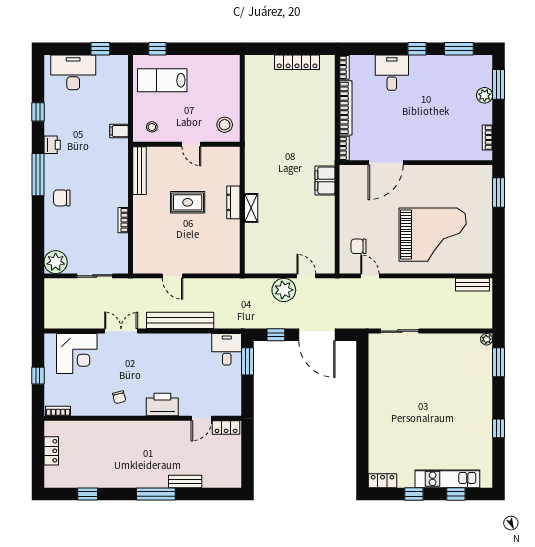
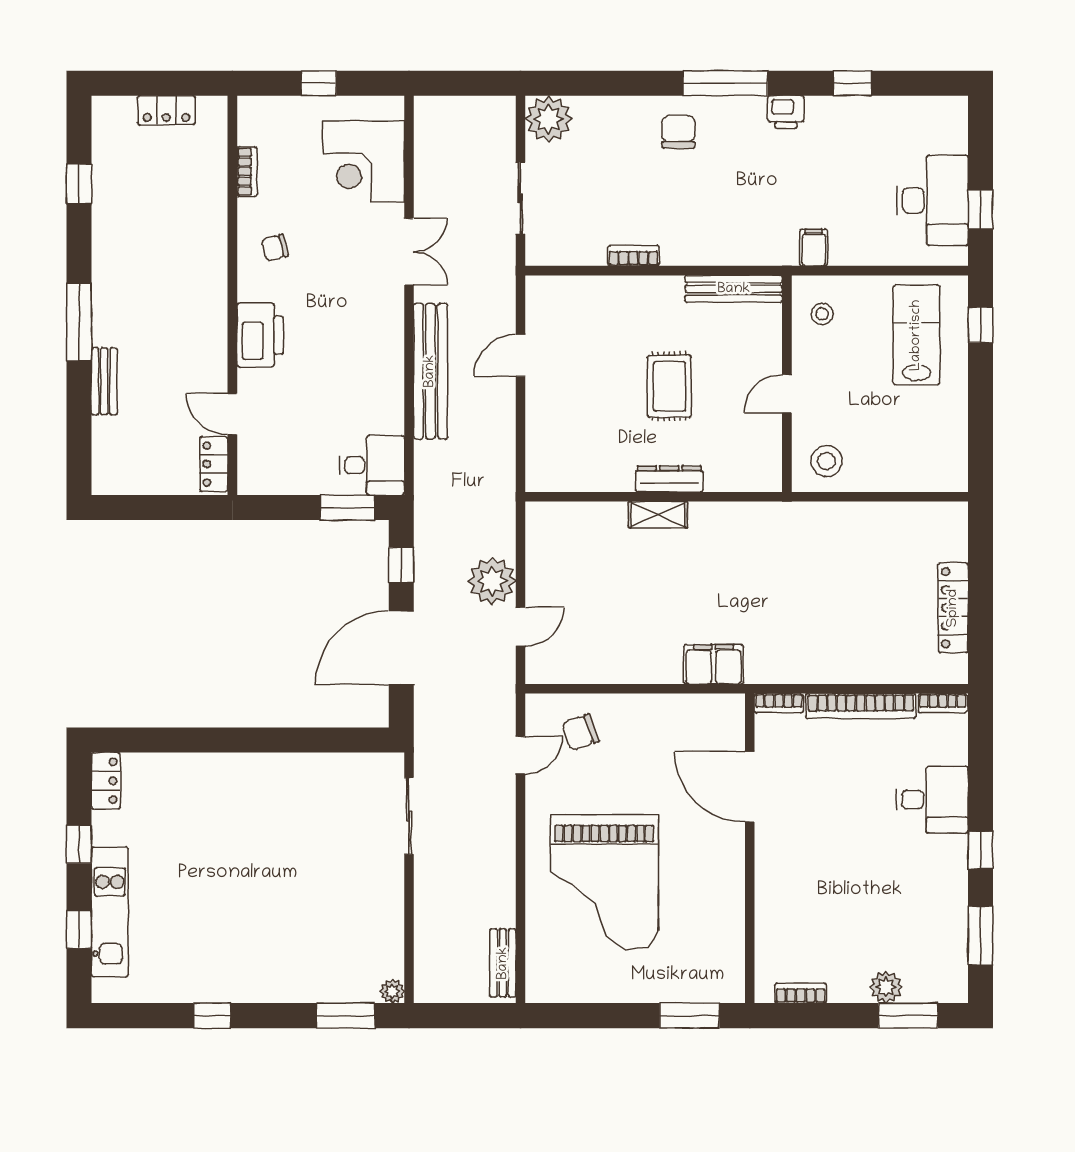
desk: (73, 72) -> (932, 200), moved
chair: (359, 246) -> (580, 732), turned -109
bookcase: (58, 411) -> (247, 172), moved

